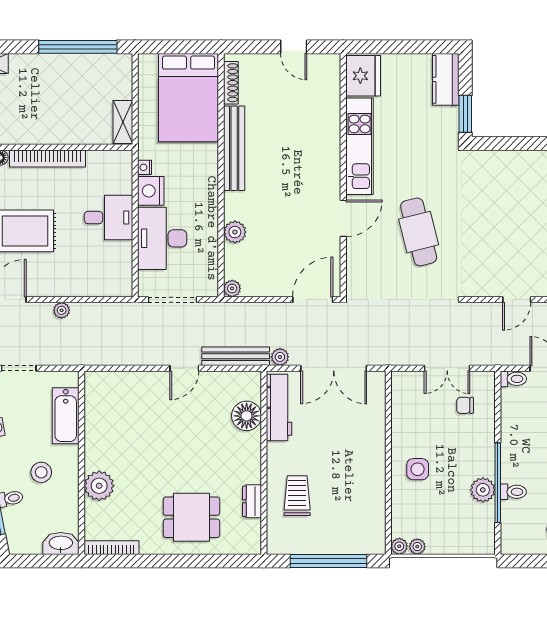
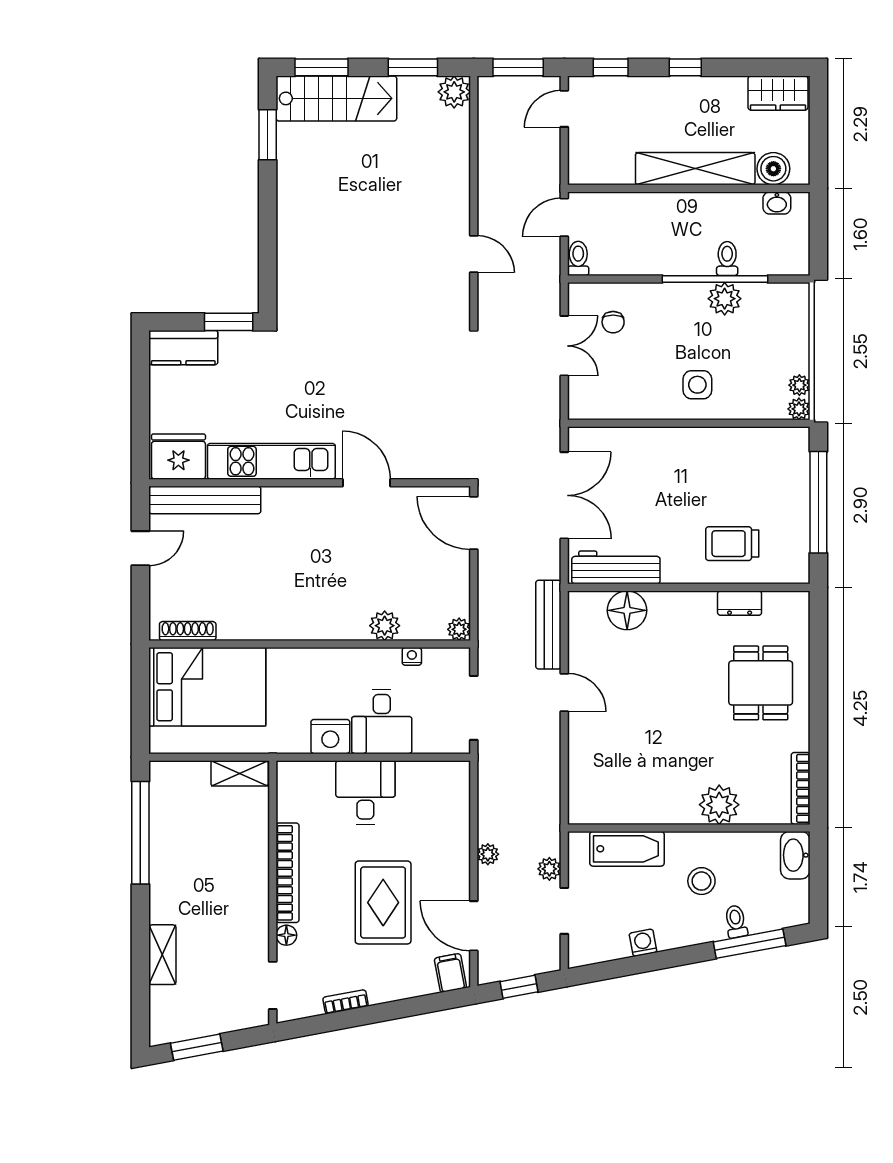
bench: (234, 148) -> (205, 500), moved
nightstand: (145, 167) -> (412, 656), moved, turned 180
cafe table: (419, 232) -> (384, 383), removed
desk: (162, 238) -> (382, 721), width x0.73
plant: (280, 357) -> (549, 869), moved

